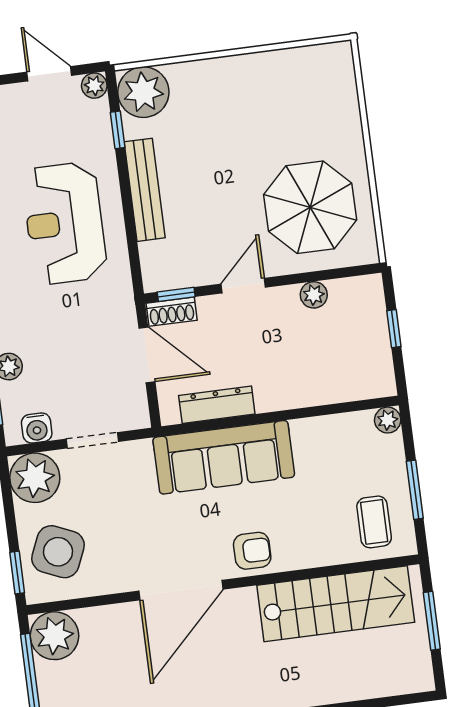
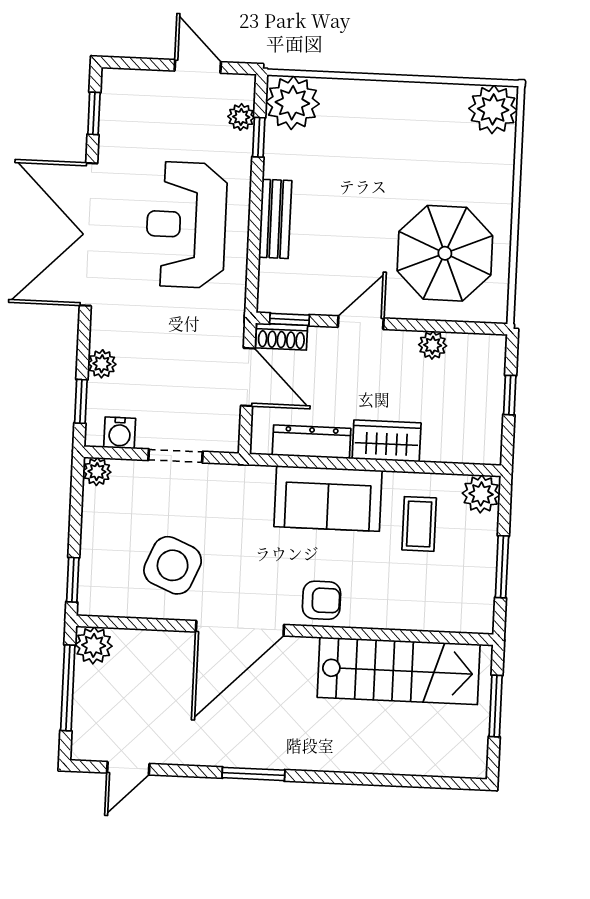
plant: (331, 65) -> (493, 109), added
plant: (94, 86) -> (241, 117), moved
bench: (145, 190) -> (275, 219), width x0.73
wardrobe: (287, 392) -> (387, 441), added
plant: (388, 420) -> (481, 494), width x1.38, depth x1.38
sofa: (224, 457) -> (328, 499), width x0.73
plant: (35, 478) -> (97, 472), width x0.53, depth x0.53
coffee table: (374, 522) -> (419, 524), moved
side table: (58, 552) -> (173, 565), moved
plant: (55, 636) -> (94, 645), width x0.73, depth x0.73

